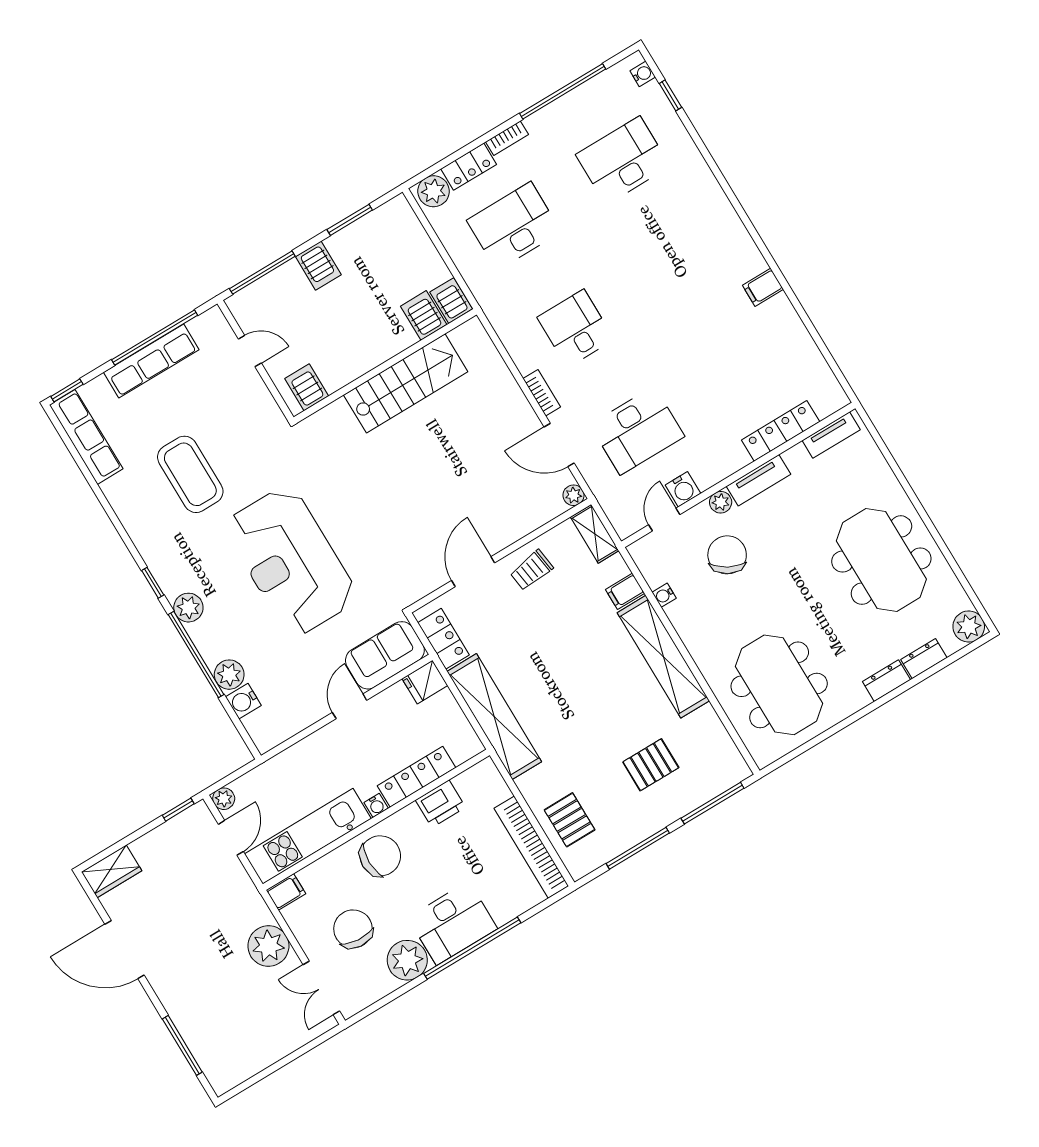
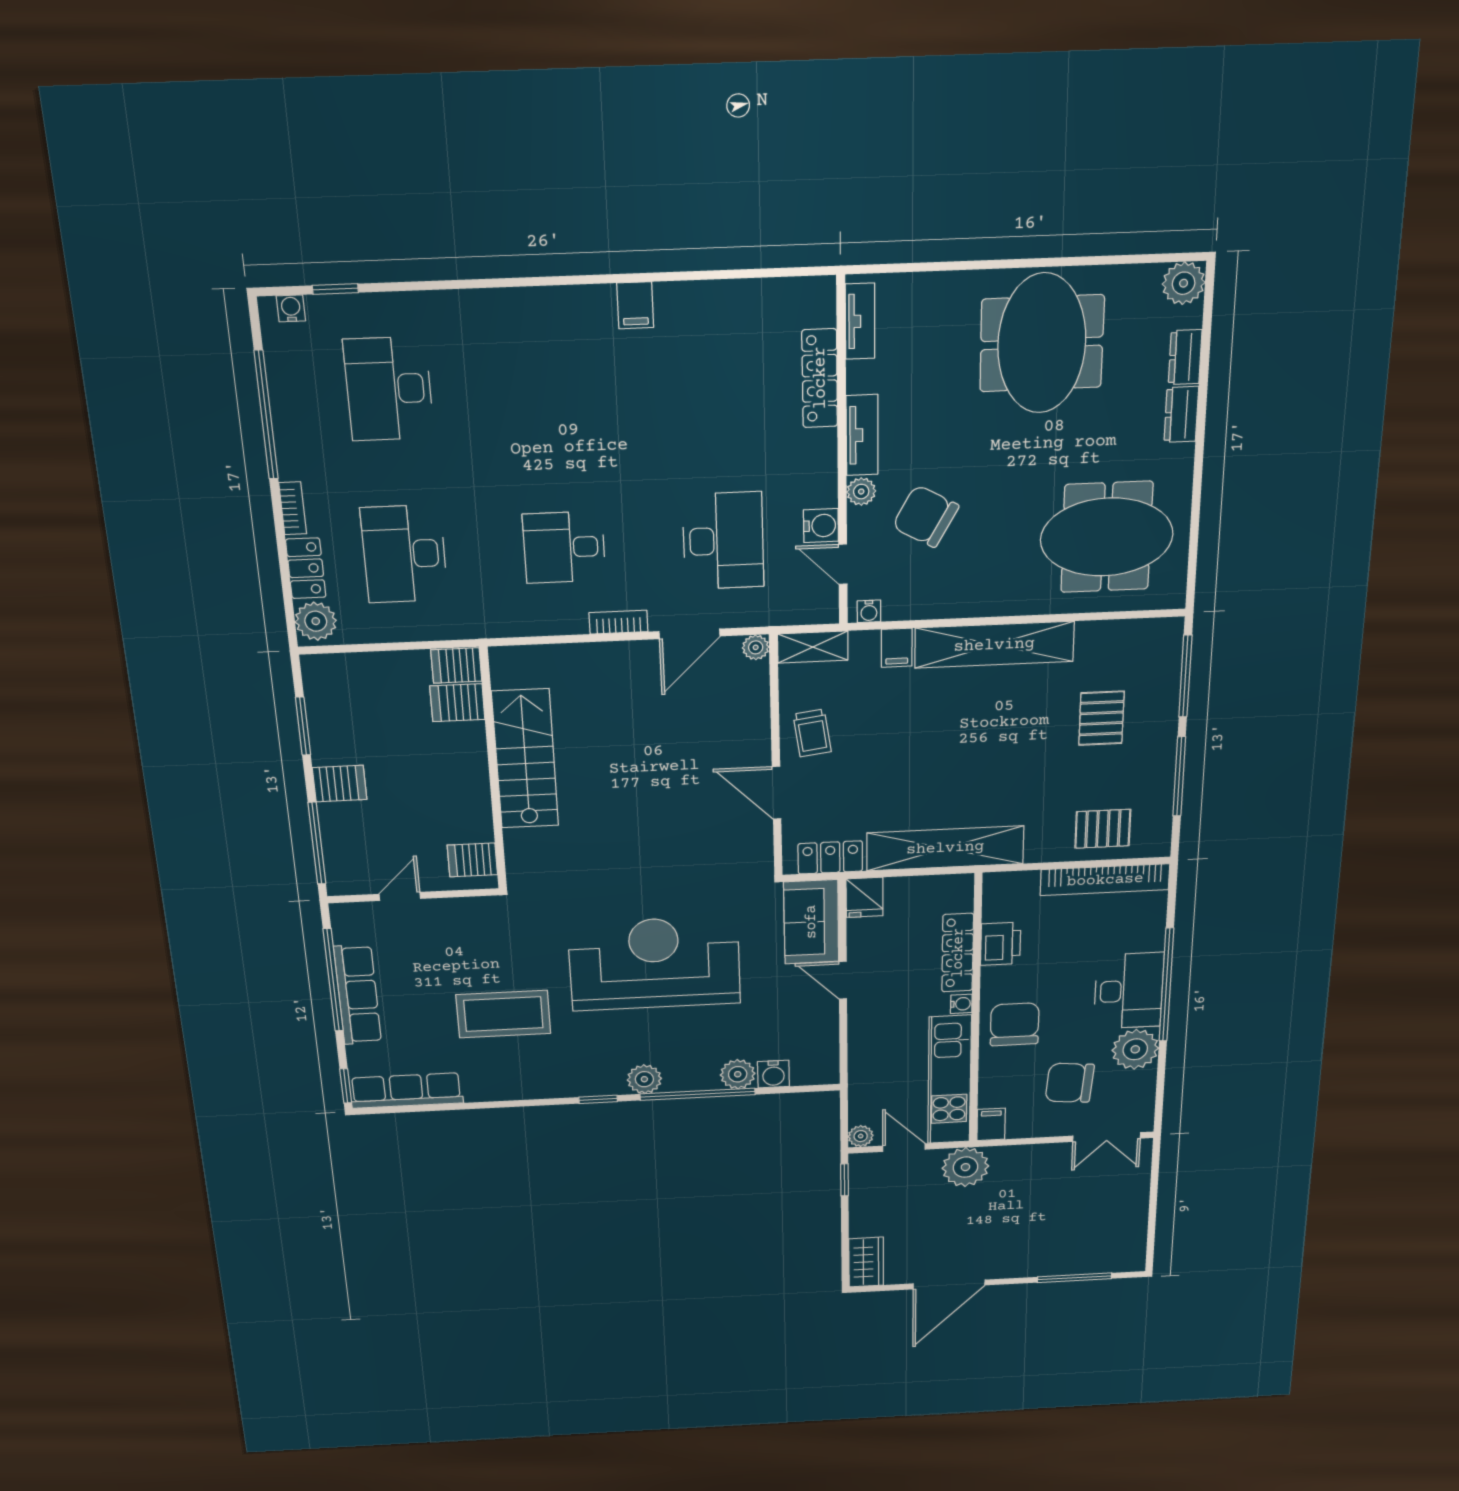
meeting table: (881, 560) -> (1042, 343), turned 90
reception desk: (291, 561) -> (655, 963), turned 180
water cooler: (664, 595) -> (869, 611), moved
plant: (268, 946) -> (965, 1167), moved

